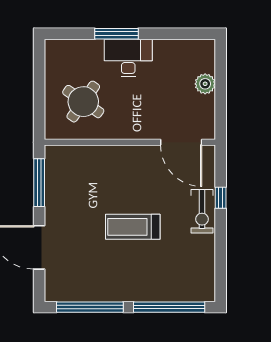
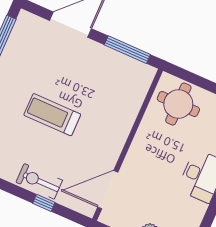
round table: (83, 102) -> (178, 104), moved, turned -35
treadmill: (133, 227) -> (52, 115), turned -90

